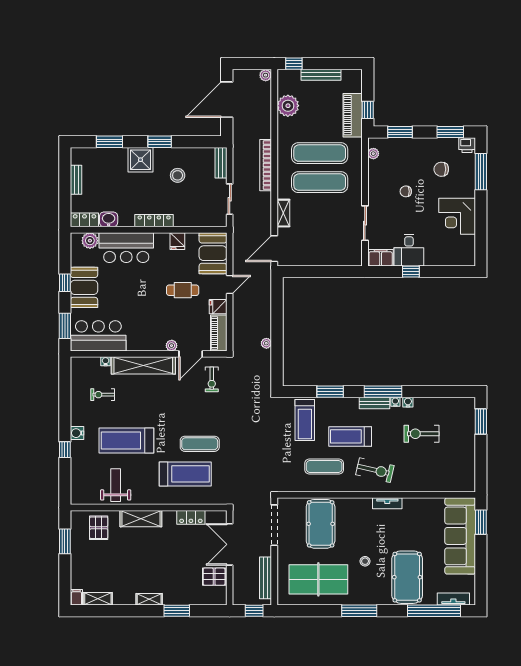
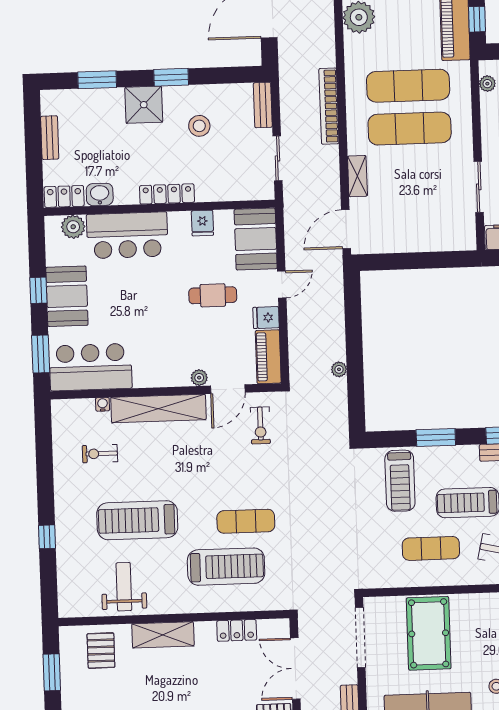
water cooler: (77, 433) -> (64, 512), removed

